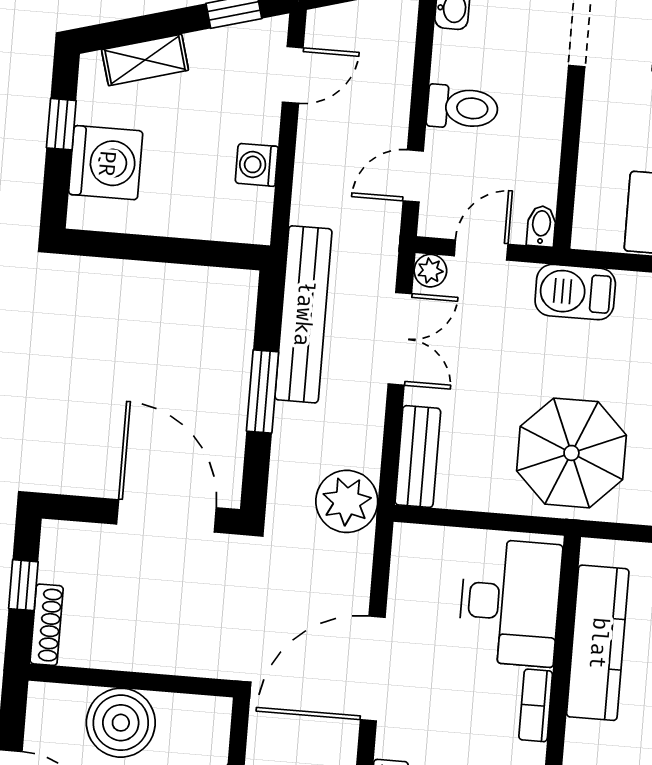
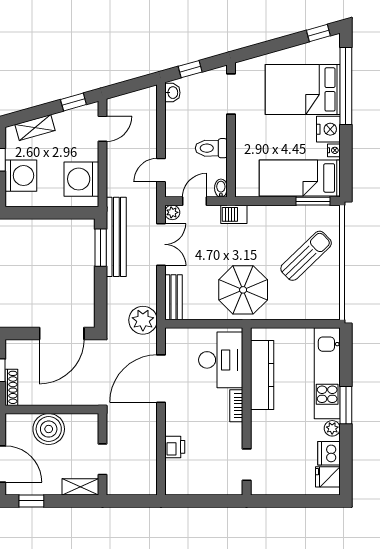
toilet: (463, 108) -> (211, 148), moved, turned 180
washing machine: (257, 165) -> (81, 179), width x1.89, depth x1.89
barbecue: (575, 292) -> (234, 214), width x0.73, depth x0.79
window: (262, 391) -> (101, 248), moved
door: (166, 516) -> (62, 334), swing flipped
door: (373, 668) -> (161, 379), moved

